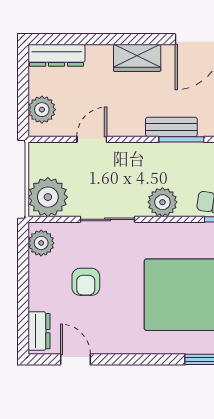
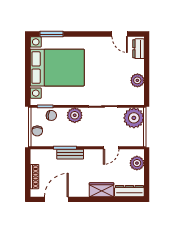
wardrobe: (137, 58) -> (102, 190), moved
plant: (41, 243) -> (137, 80), moved
armchair: (86, 282) -> (114, 74), removed

